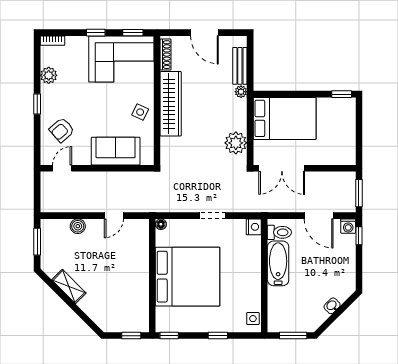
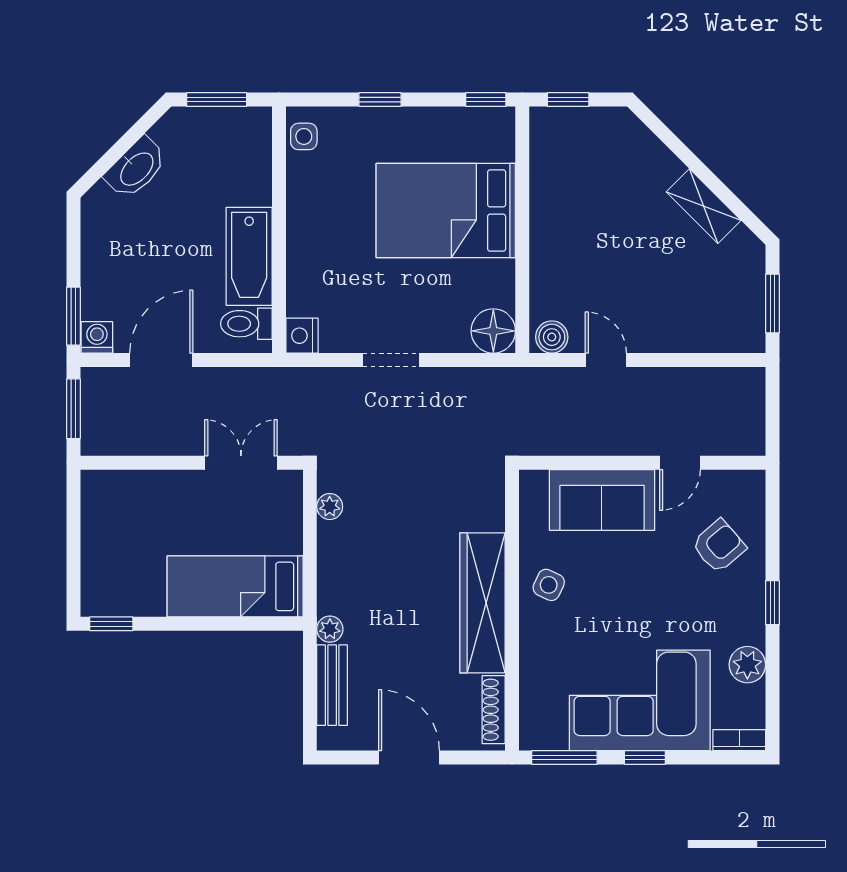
window: (133, 33) -> (564, 757), width x1.50
corner sofa: (121, 59) -> (640, 700), moved
bed: (285, 118) -> (235, 586), width x0.67
plant: (236, 143) -> (330, 507), width x0.53, depth x0.53
door: (62, 168) -> (680, 463), moved
double door: (282, 168) -> (241, 463), width x0.73
door: (114, 216) -> (606, 360), hinge flipped
door: (319, 216) -> (161, 360), hinge flipped
floor lamp: (161, 224) -> (493, 331), width x1.89, depth x1.89
boiler: (78, 226) -> (552, 337), moved
window: (359, 236) -> (73, 316), width x1.50
bed: (188, 277) -> (446, 210), width x0.73
washbasin: (332, 306) -> (136, 168), width x1.91, depth x1.45

